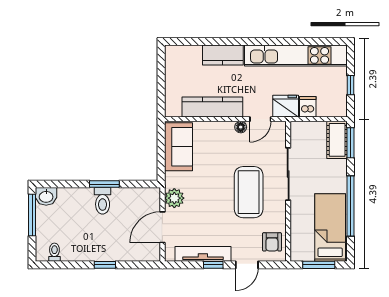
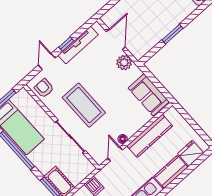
fridge: (286, 106) -> (191, 153), moved, turned 180
toilet: (103, 201) -> (165, 23), removed

